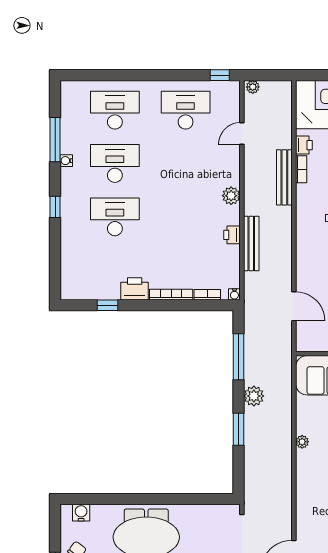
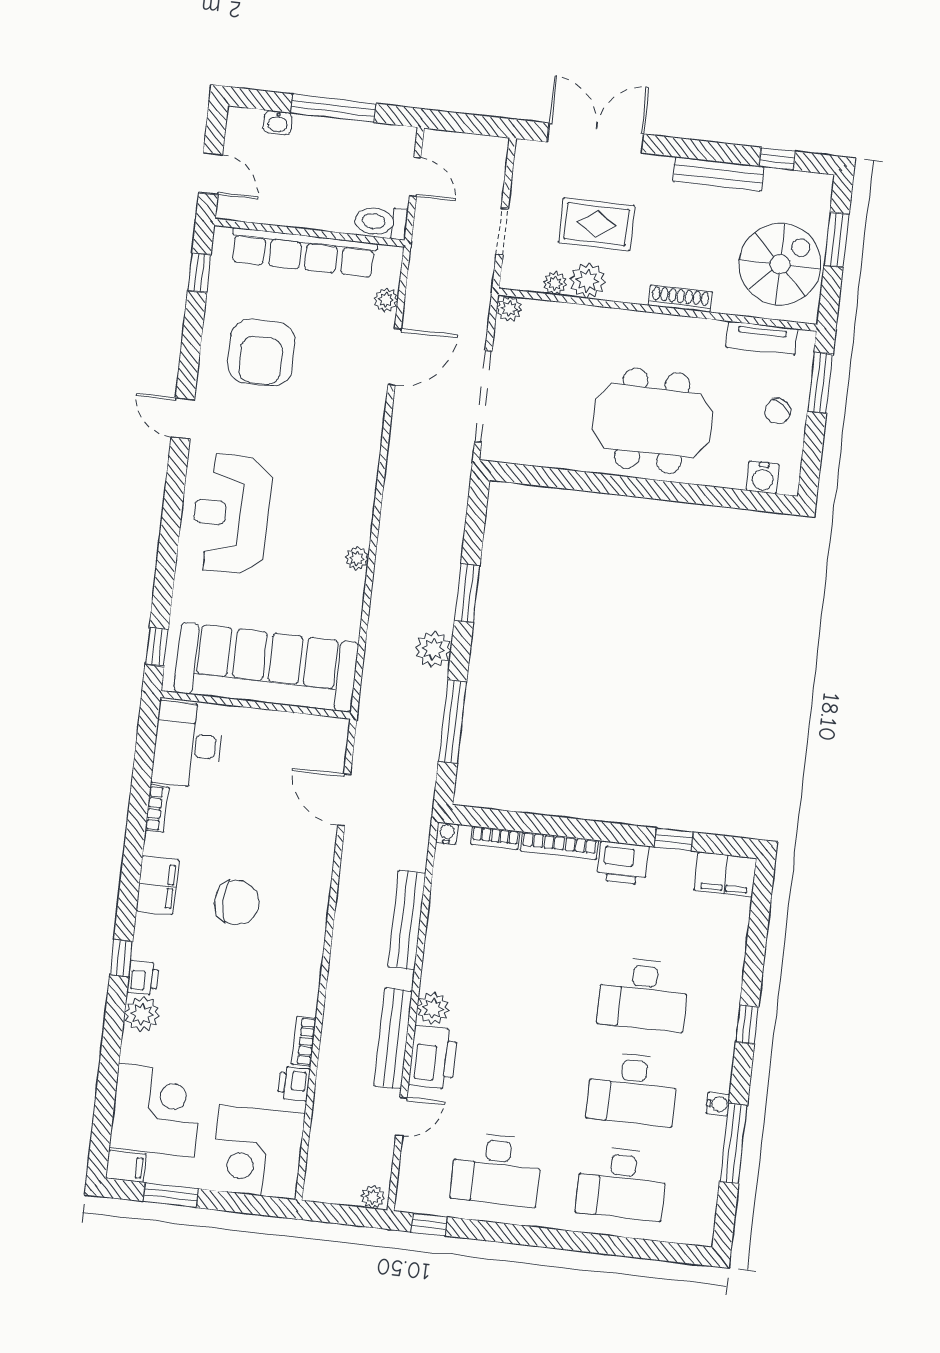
bench: (284, 177) -> (393, 1039), moved
printer: (232, 235) -> (433, 1057), moved, width x1.87, depth x1.48
filing cabinet: (77, 289) -> (725, 874), added

